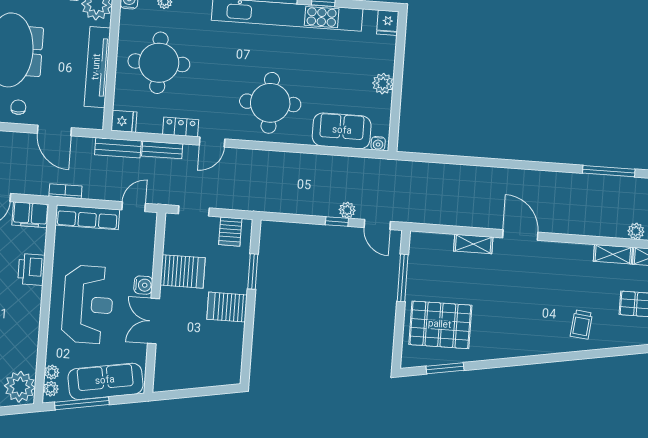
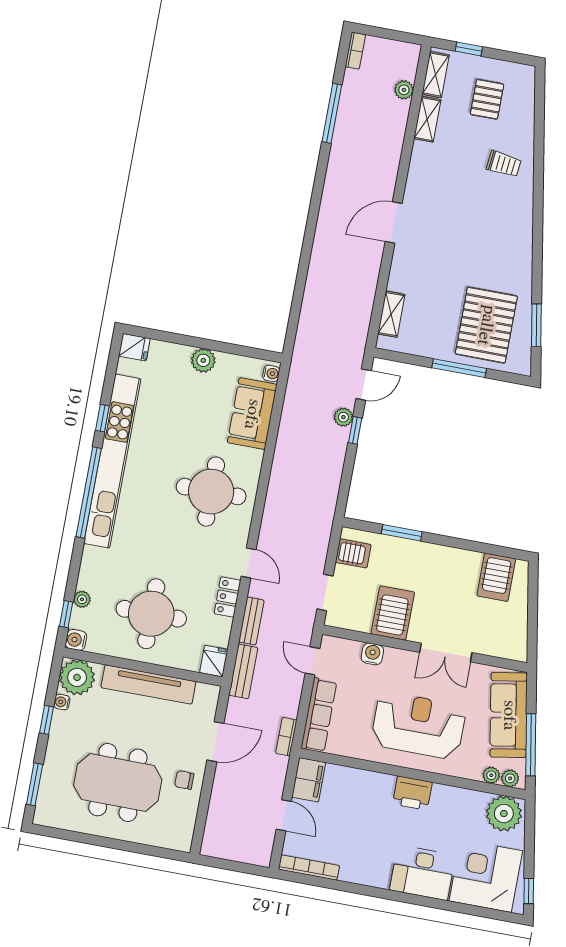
shelving: (473, 244) -> (391, 314), moved
printer: (31, 270) -> (412, 793), moved
window: (403, 278) -> (459, 368), moved
water cooler: (143, 285) -> (372, 654), moved
server rack: (227, 307) -> (496, 577), moved

